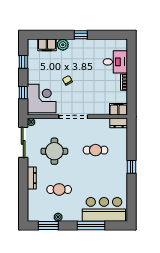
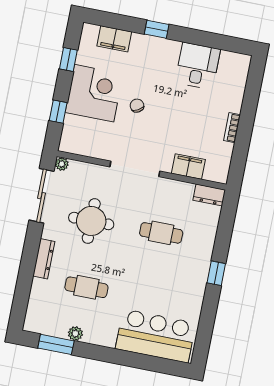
window: (81, 35) -> (157, 29), moved
plant: (63, 45) -> (141, 44), removed
desk: (115, 62) -> (198, 66), moved, turned -90
corner desk: (42, 98) -> (94, 93), moved
filing cabinet: (118, 109) -> (188, 166), moved
window: (91, 225) -> (128, 359), removed

